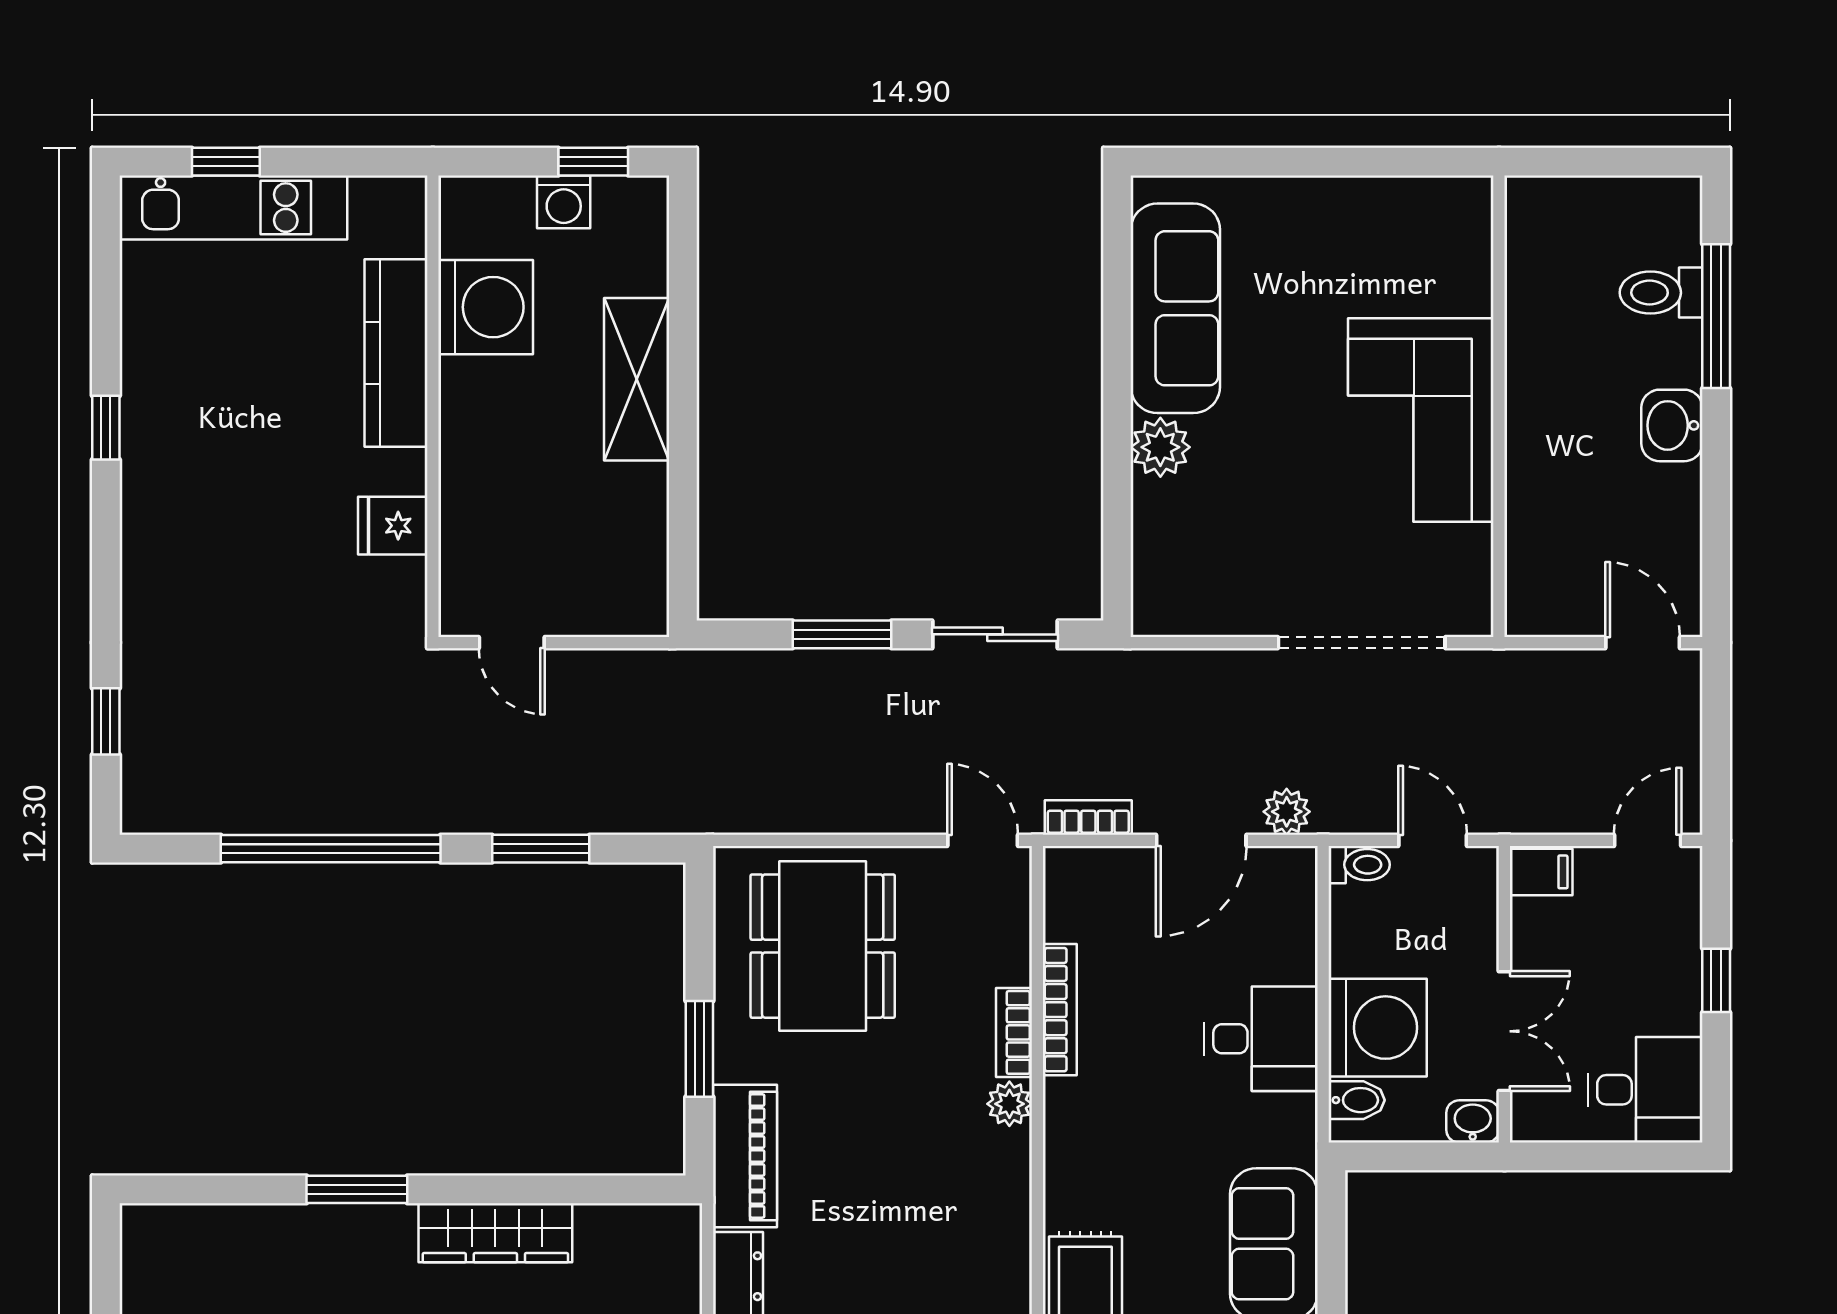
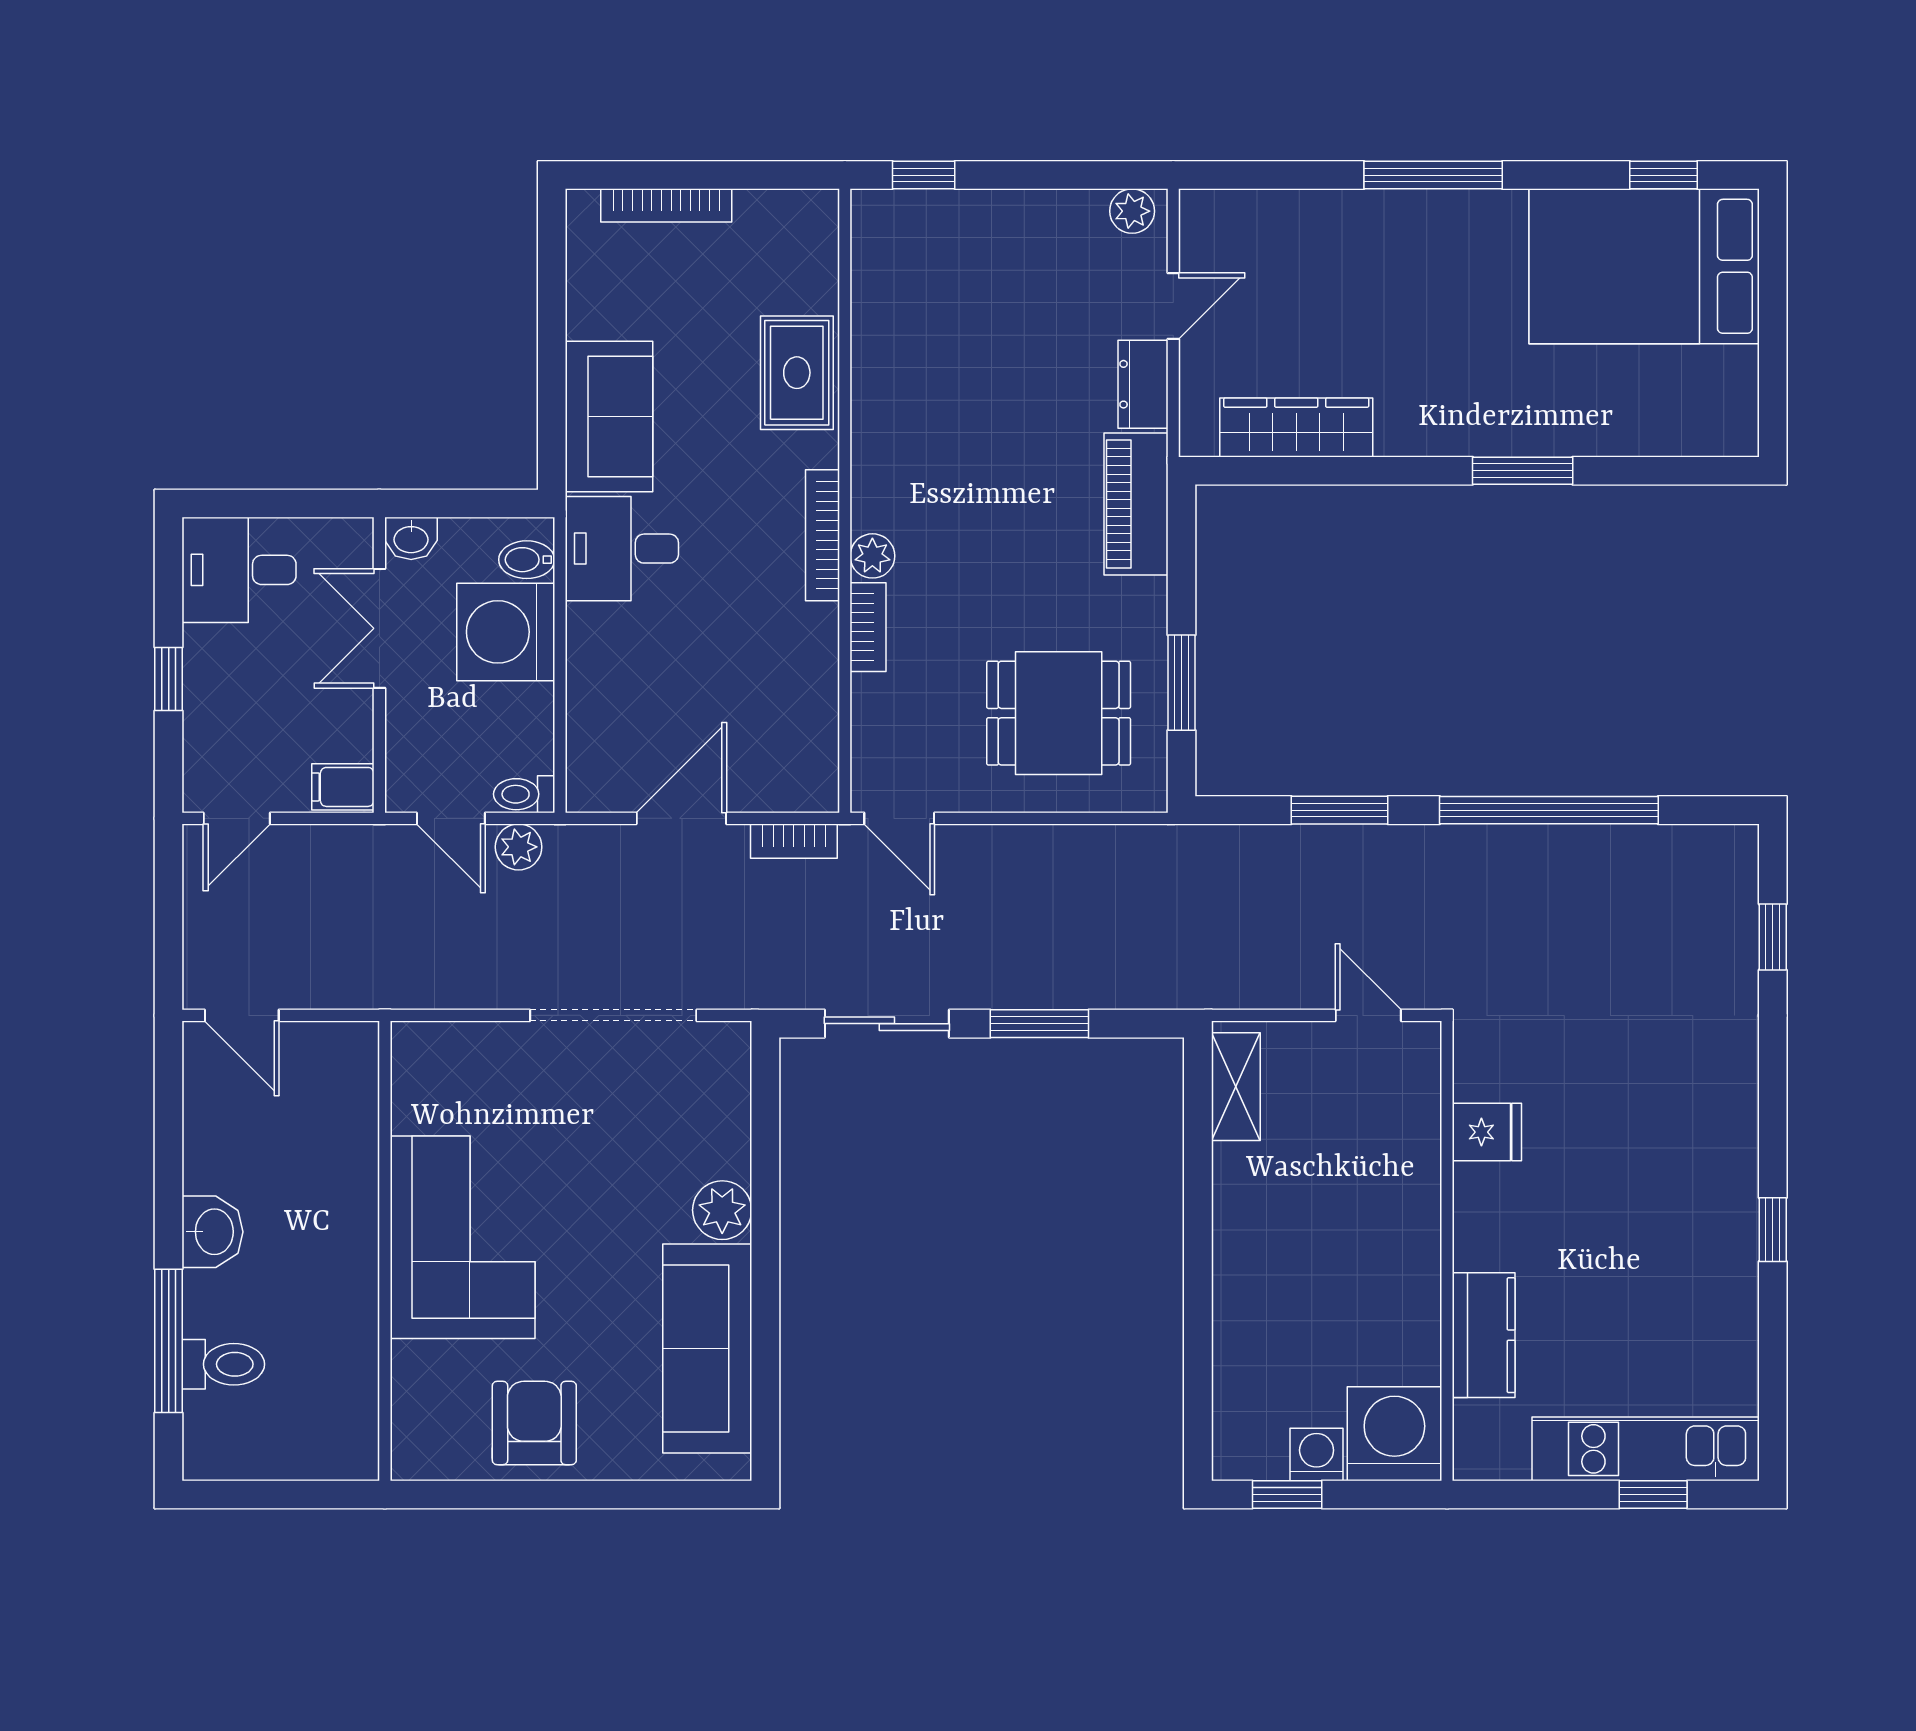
armchair: (1349, 233) -> (534, 1423), added
washing machine: (486, 307) -> (1394, 1434), moved, turned 90
kitchen counter: (396, 353) -> (1484, 1335), width x0.67
shelving: (637, 379) -> (1236, 1087), moved, width x0.67, depth x0.75
doorway: (1362, 643) -> (613, 1015), moved
plant: (1287, 812) -> (519, 847), moved
dining table: (823, 946) -> (1059, 713), width x0.73
bookcase: (1060, 1010) -> (822, 535), moved
desk: (1261, 1039) -> (622, 549), moved
window: (699, 1049) -> (1181, 683), moved
wardrobe: (495, 1233) -> (1296, 427), moved

